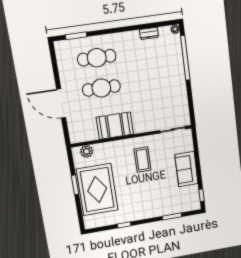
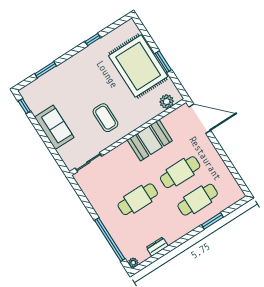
window: (76, 36) -> (212, 221), moved
cafe table: (147, 81) -> (138, 199), added
door: (61, 103) -> (200, 119), moved

